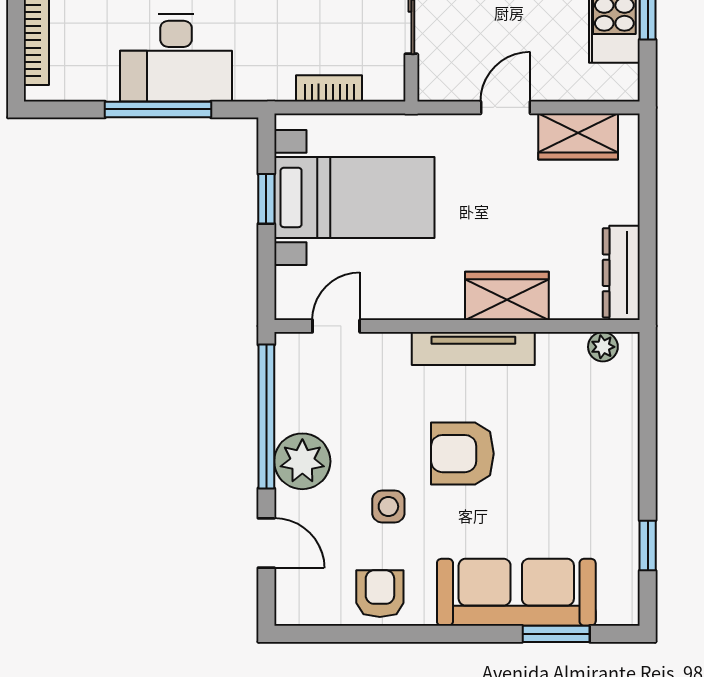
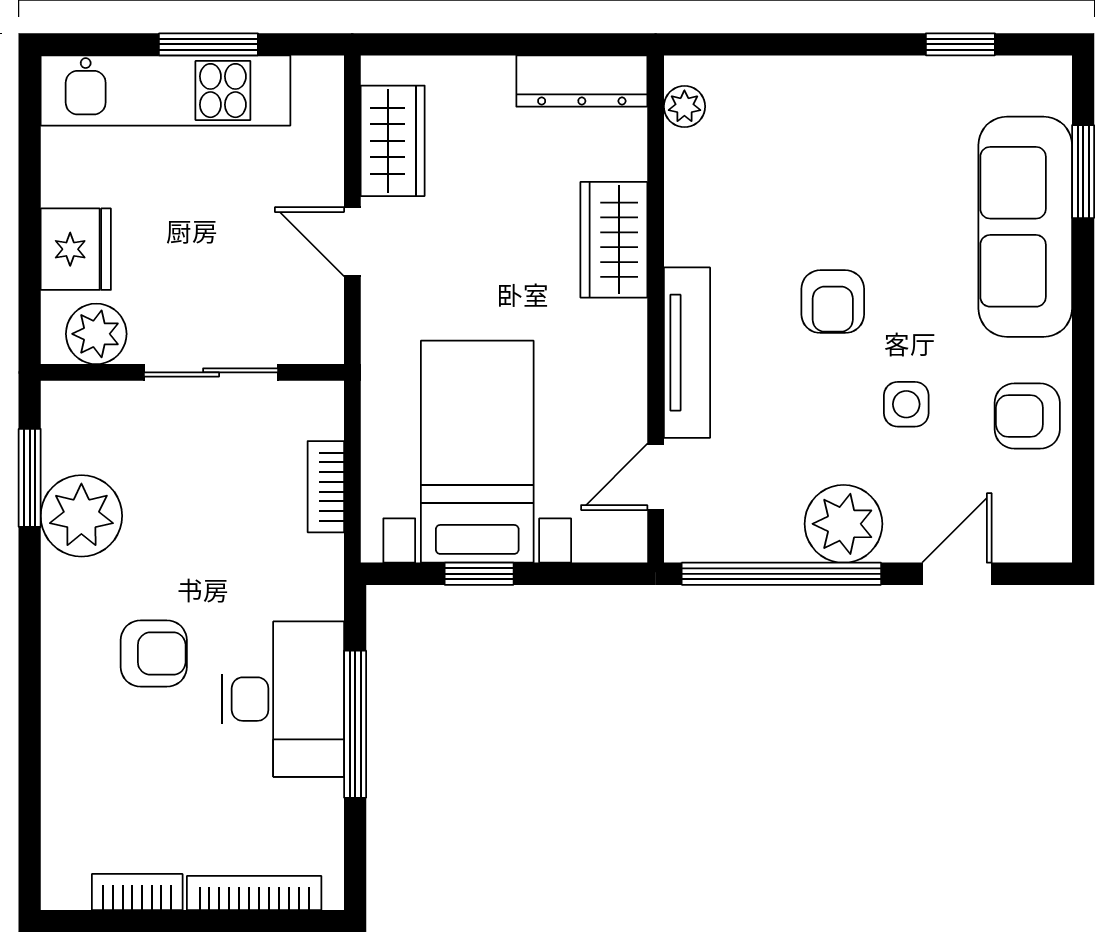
door: (336, 326) -> (656, 477), hinge flipped
tv unit: (473, 349) -> (687, 353), moved
armchair: (462, 454) -> (833, 302), width x0.72, depth x0.72

